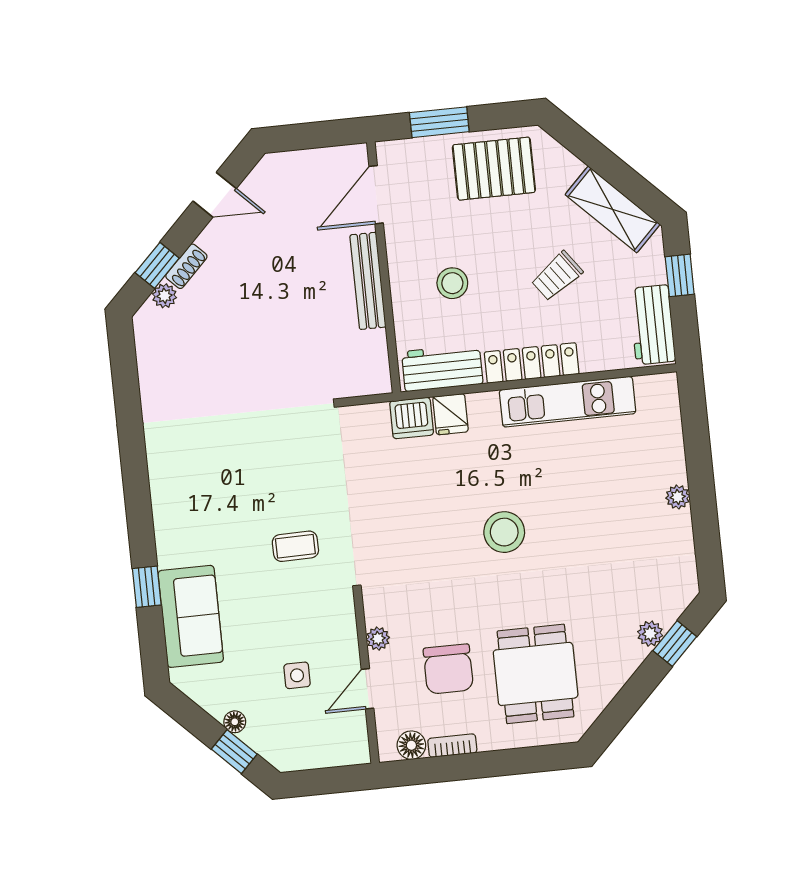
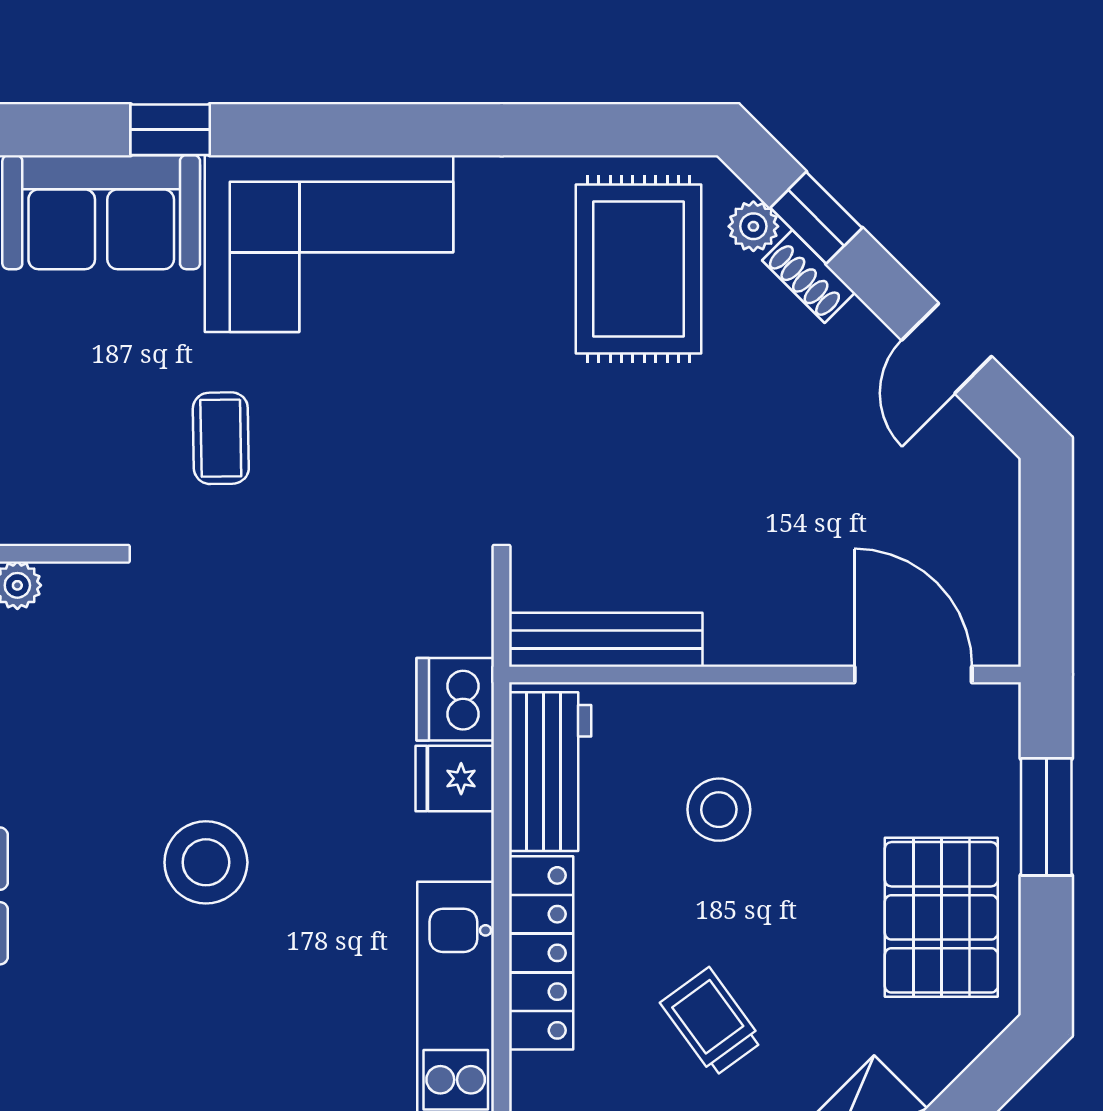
bench: (368, 281) -> (606, 640), moved
rug: (191, 350) -> (639, 269), added
corner sofa: (195, 503) -> (329, 244), added

